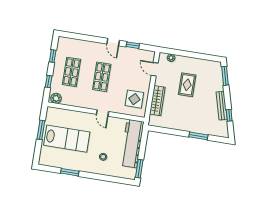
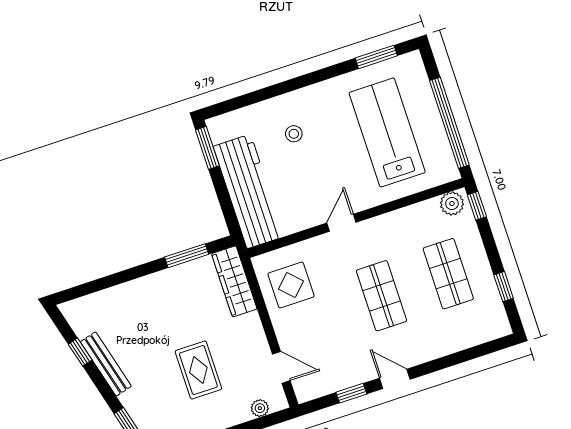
window: (49, 82) -> (477, 206), moved
wardrobe: (157, 101) -> (234, 281), moved
door: (103, 113) -> (341, 223), hinge flipped
window: (41, 130) -> (449, 123), width x2.11
window: (198, 136) -> (187, 256), moved
lab bench: (67, 139) -> (387, 132), turned 90
window: (70, 172) -> (376, 57), moved

